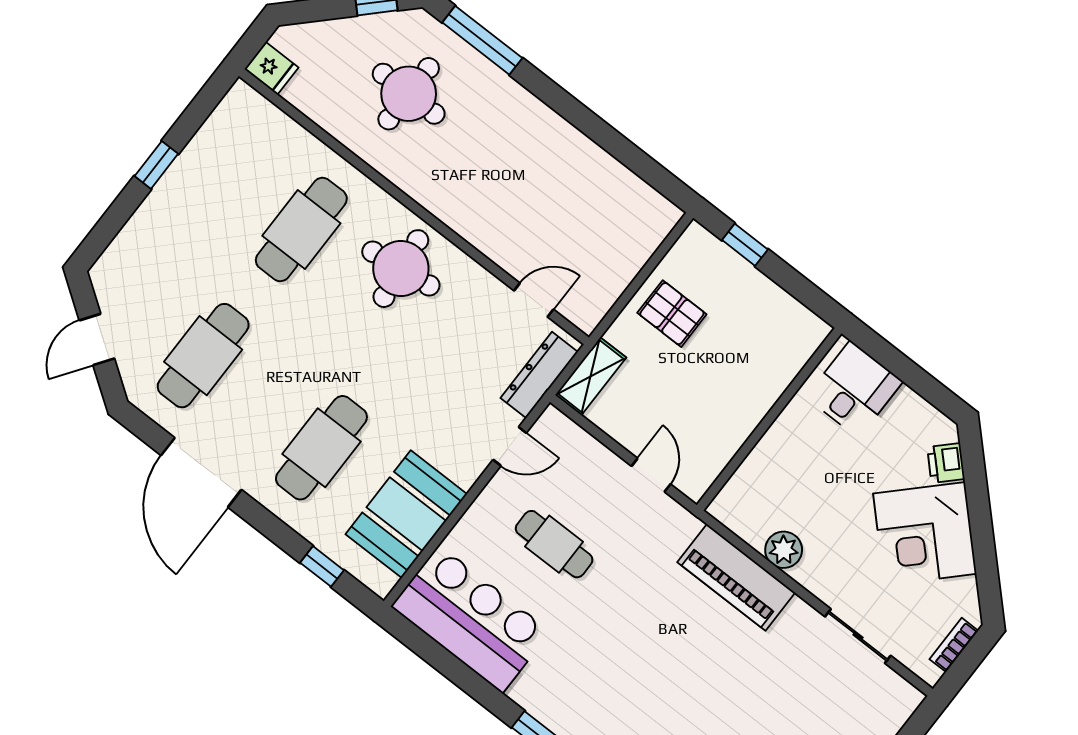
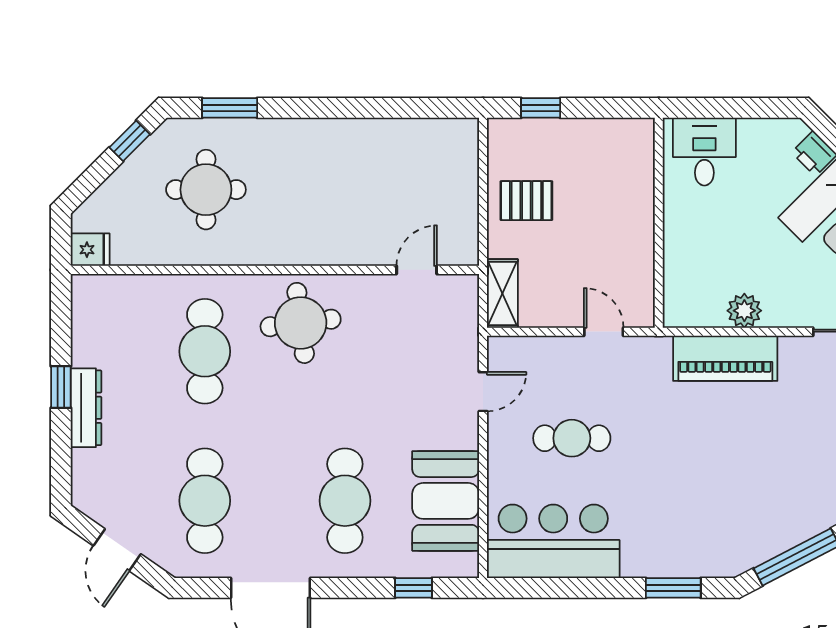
window: (482, 40) -> (230, 108), width x0.69
dresser: (539, 375) -> (86, 408), moved, turned 180

